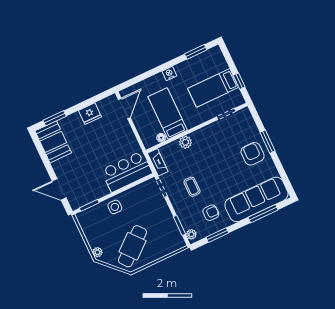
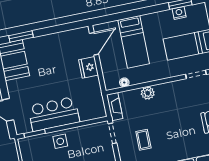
nightstand: (169, 73) -> (179, 13), moved
bed: (168, 113) -> (134, 42), moved, turned 180
fridge: (90, 114) -> (89, 67), moved, turned 90
bar counter: (127, 172) -> (54, 114), moved

